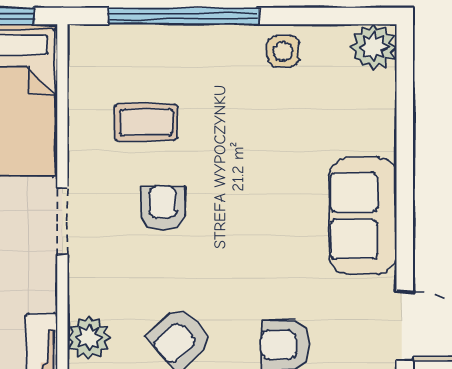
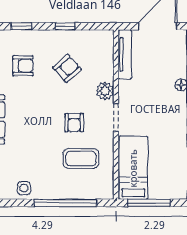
coffee table: (146, 122) -> (81, 159), width x1.36, depth x1.30
plant: (89, 337) -> (105, 91), moved

